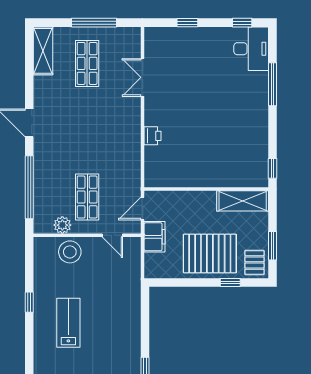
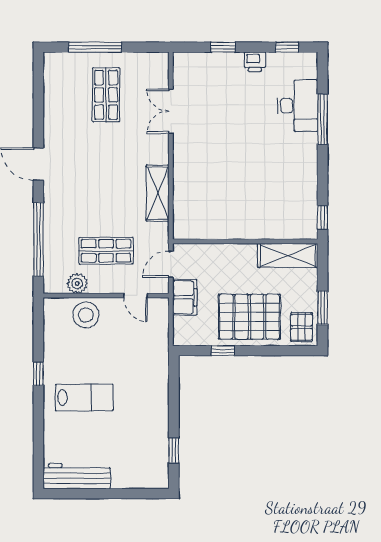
window: (94, 23) -> (95, 47), moved
desk: (251, 49) -> (298, 106), moved
shelving: (43, 51) -> (158, 193), moved
printer: (153, 136) -> (255, 62), moved, turned 90
shop shelf: (87, 197) -> (106, 251), turned 90
window: (230, 283) -> (223, 351), moved
lab bench: (68, 323) -> (84, 398), turned 90

